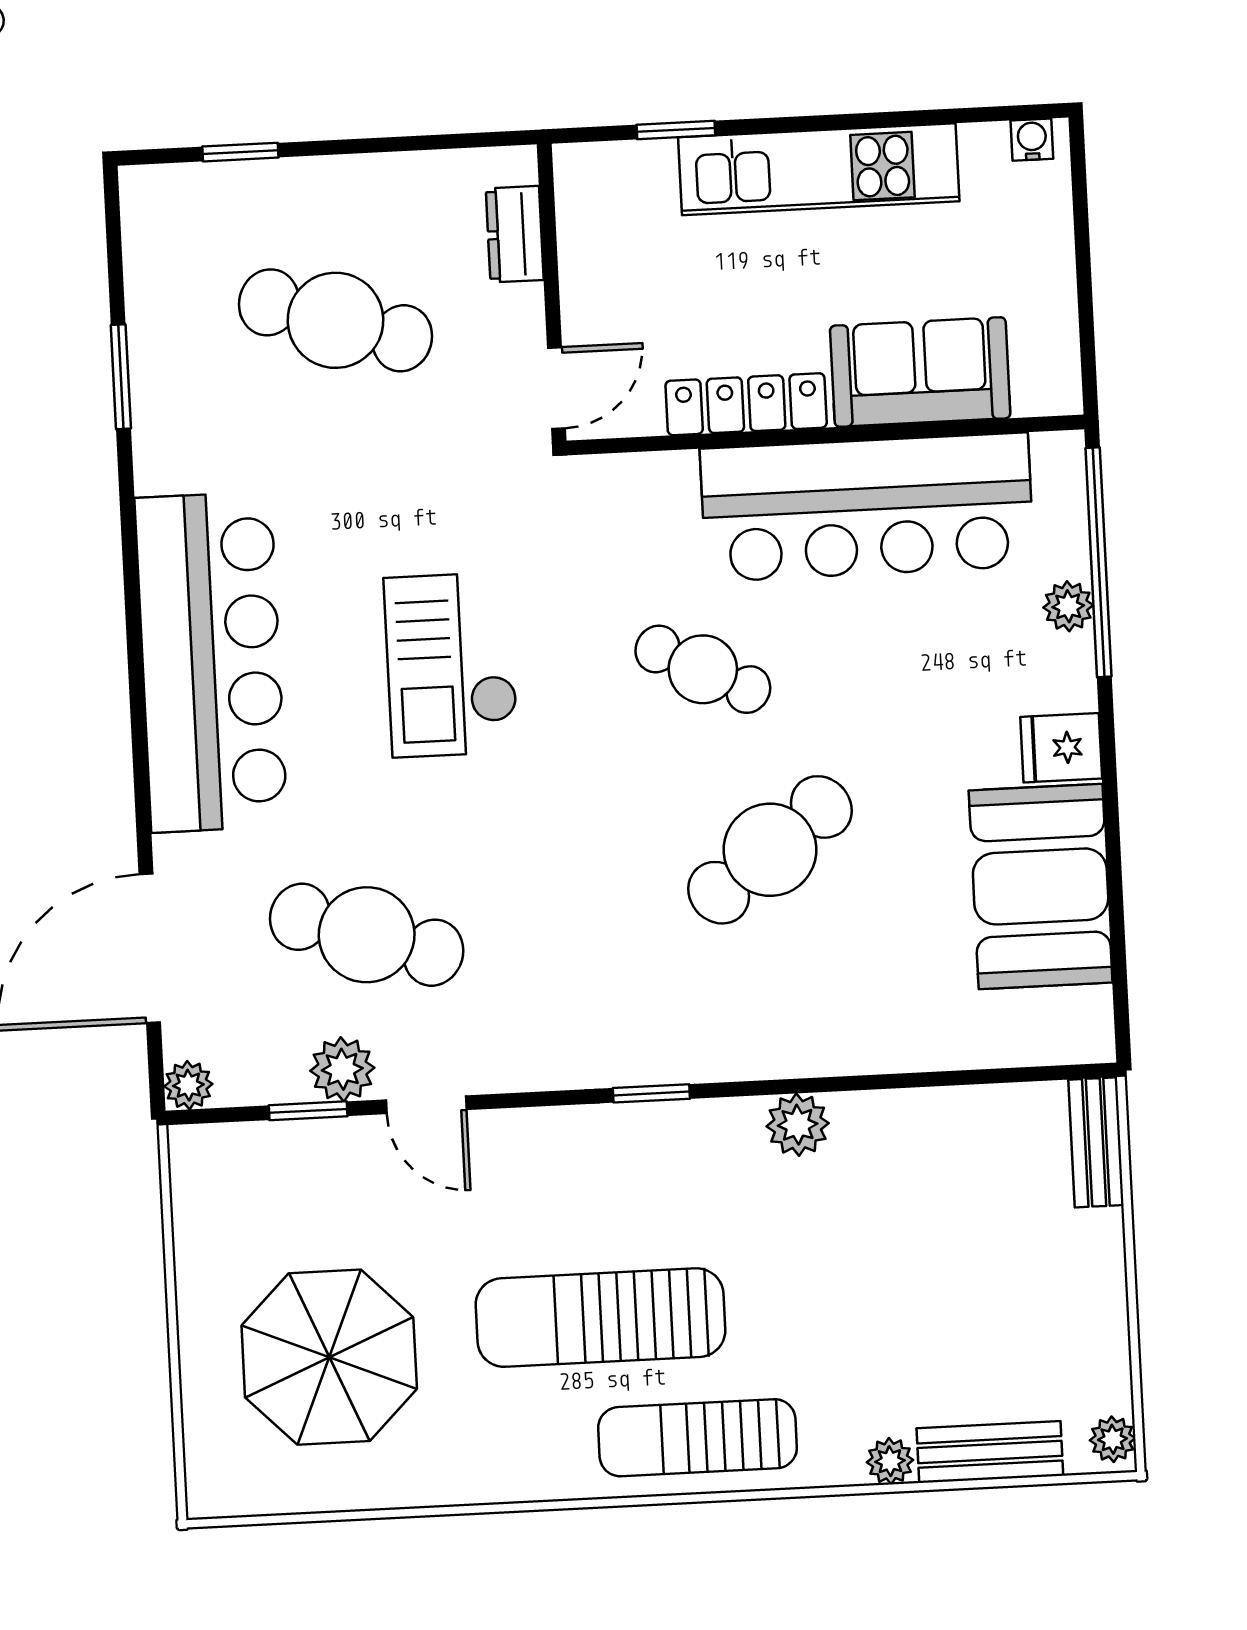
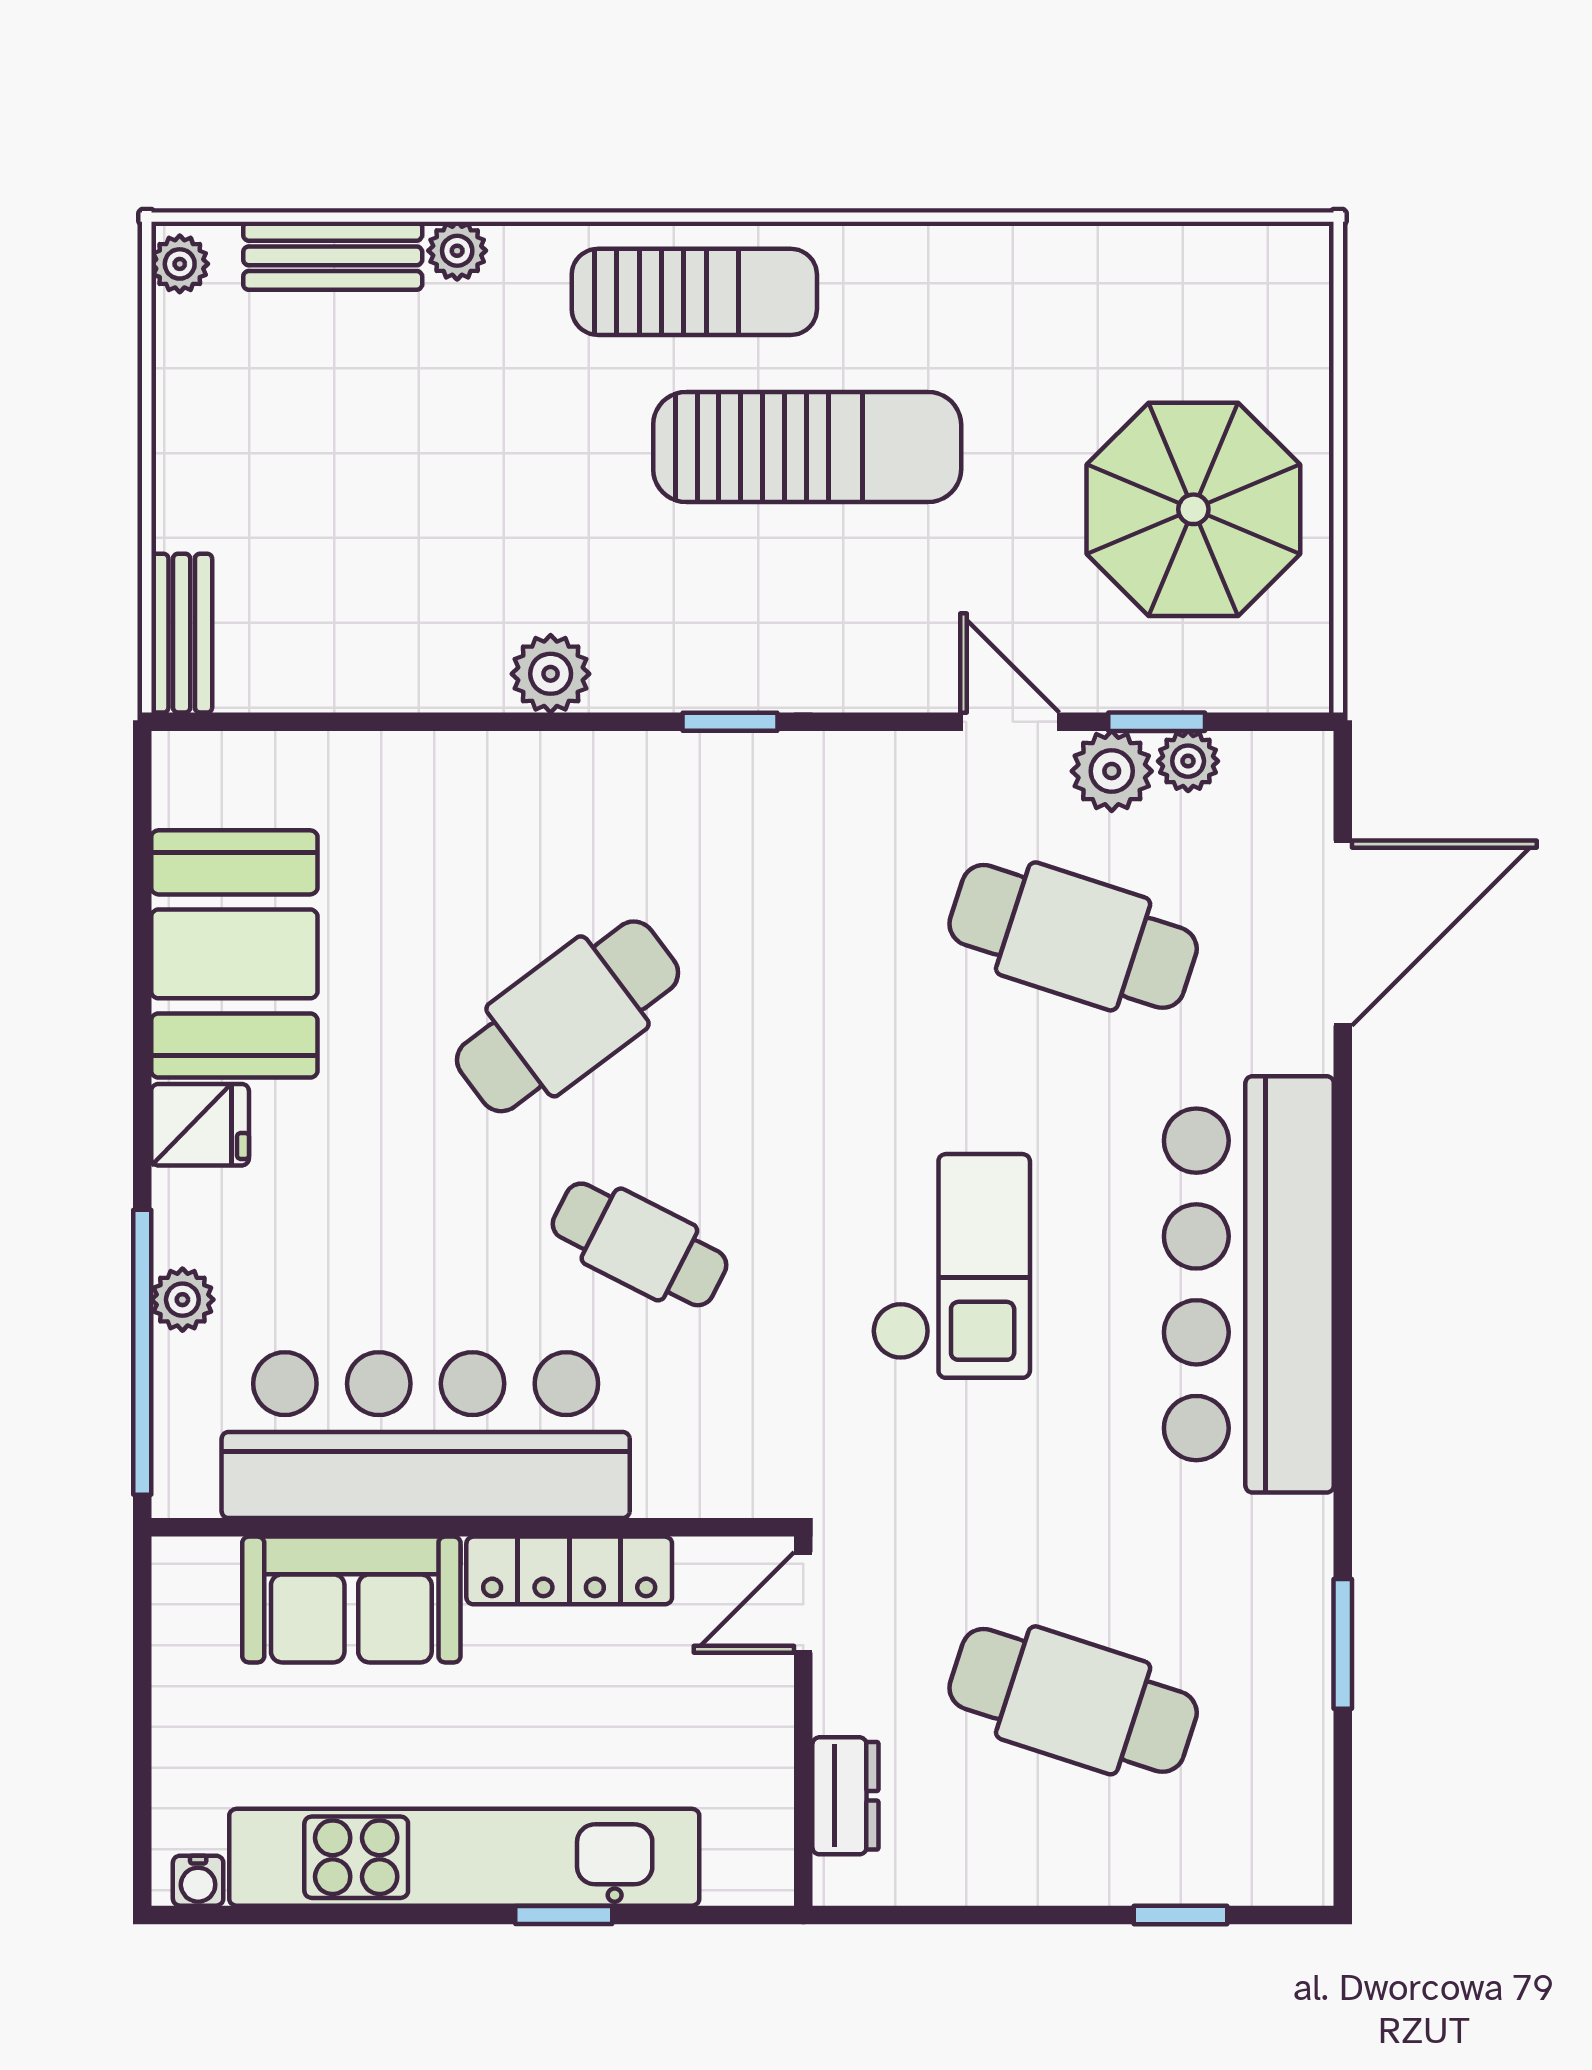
window: (676, 130) -> (564, 1915), moved
kitchen unit: (819, 169) -> (464, 1857), width x1.36
plant: (188, 1085) -> (1188, 761), moved
parasol: (329, 1357) -> (1193, 509), moved

